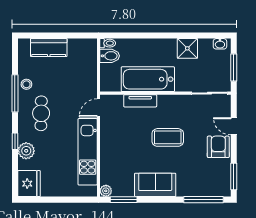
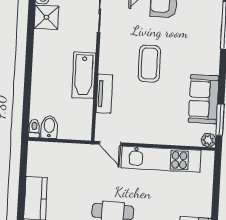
shower: (187, 48) -> (46, 17), moved
bathtub: (148, 79) -> (84, 75), width x0.73, depth x0.73
sofa: (155, 185) -> (204, 99), moved

